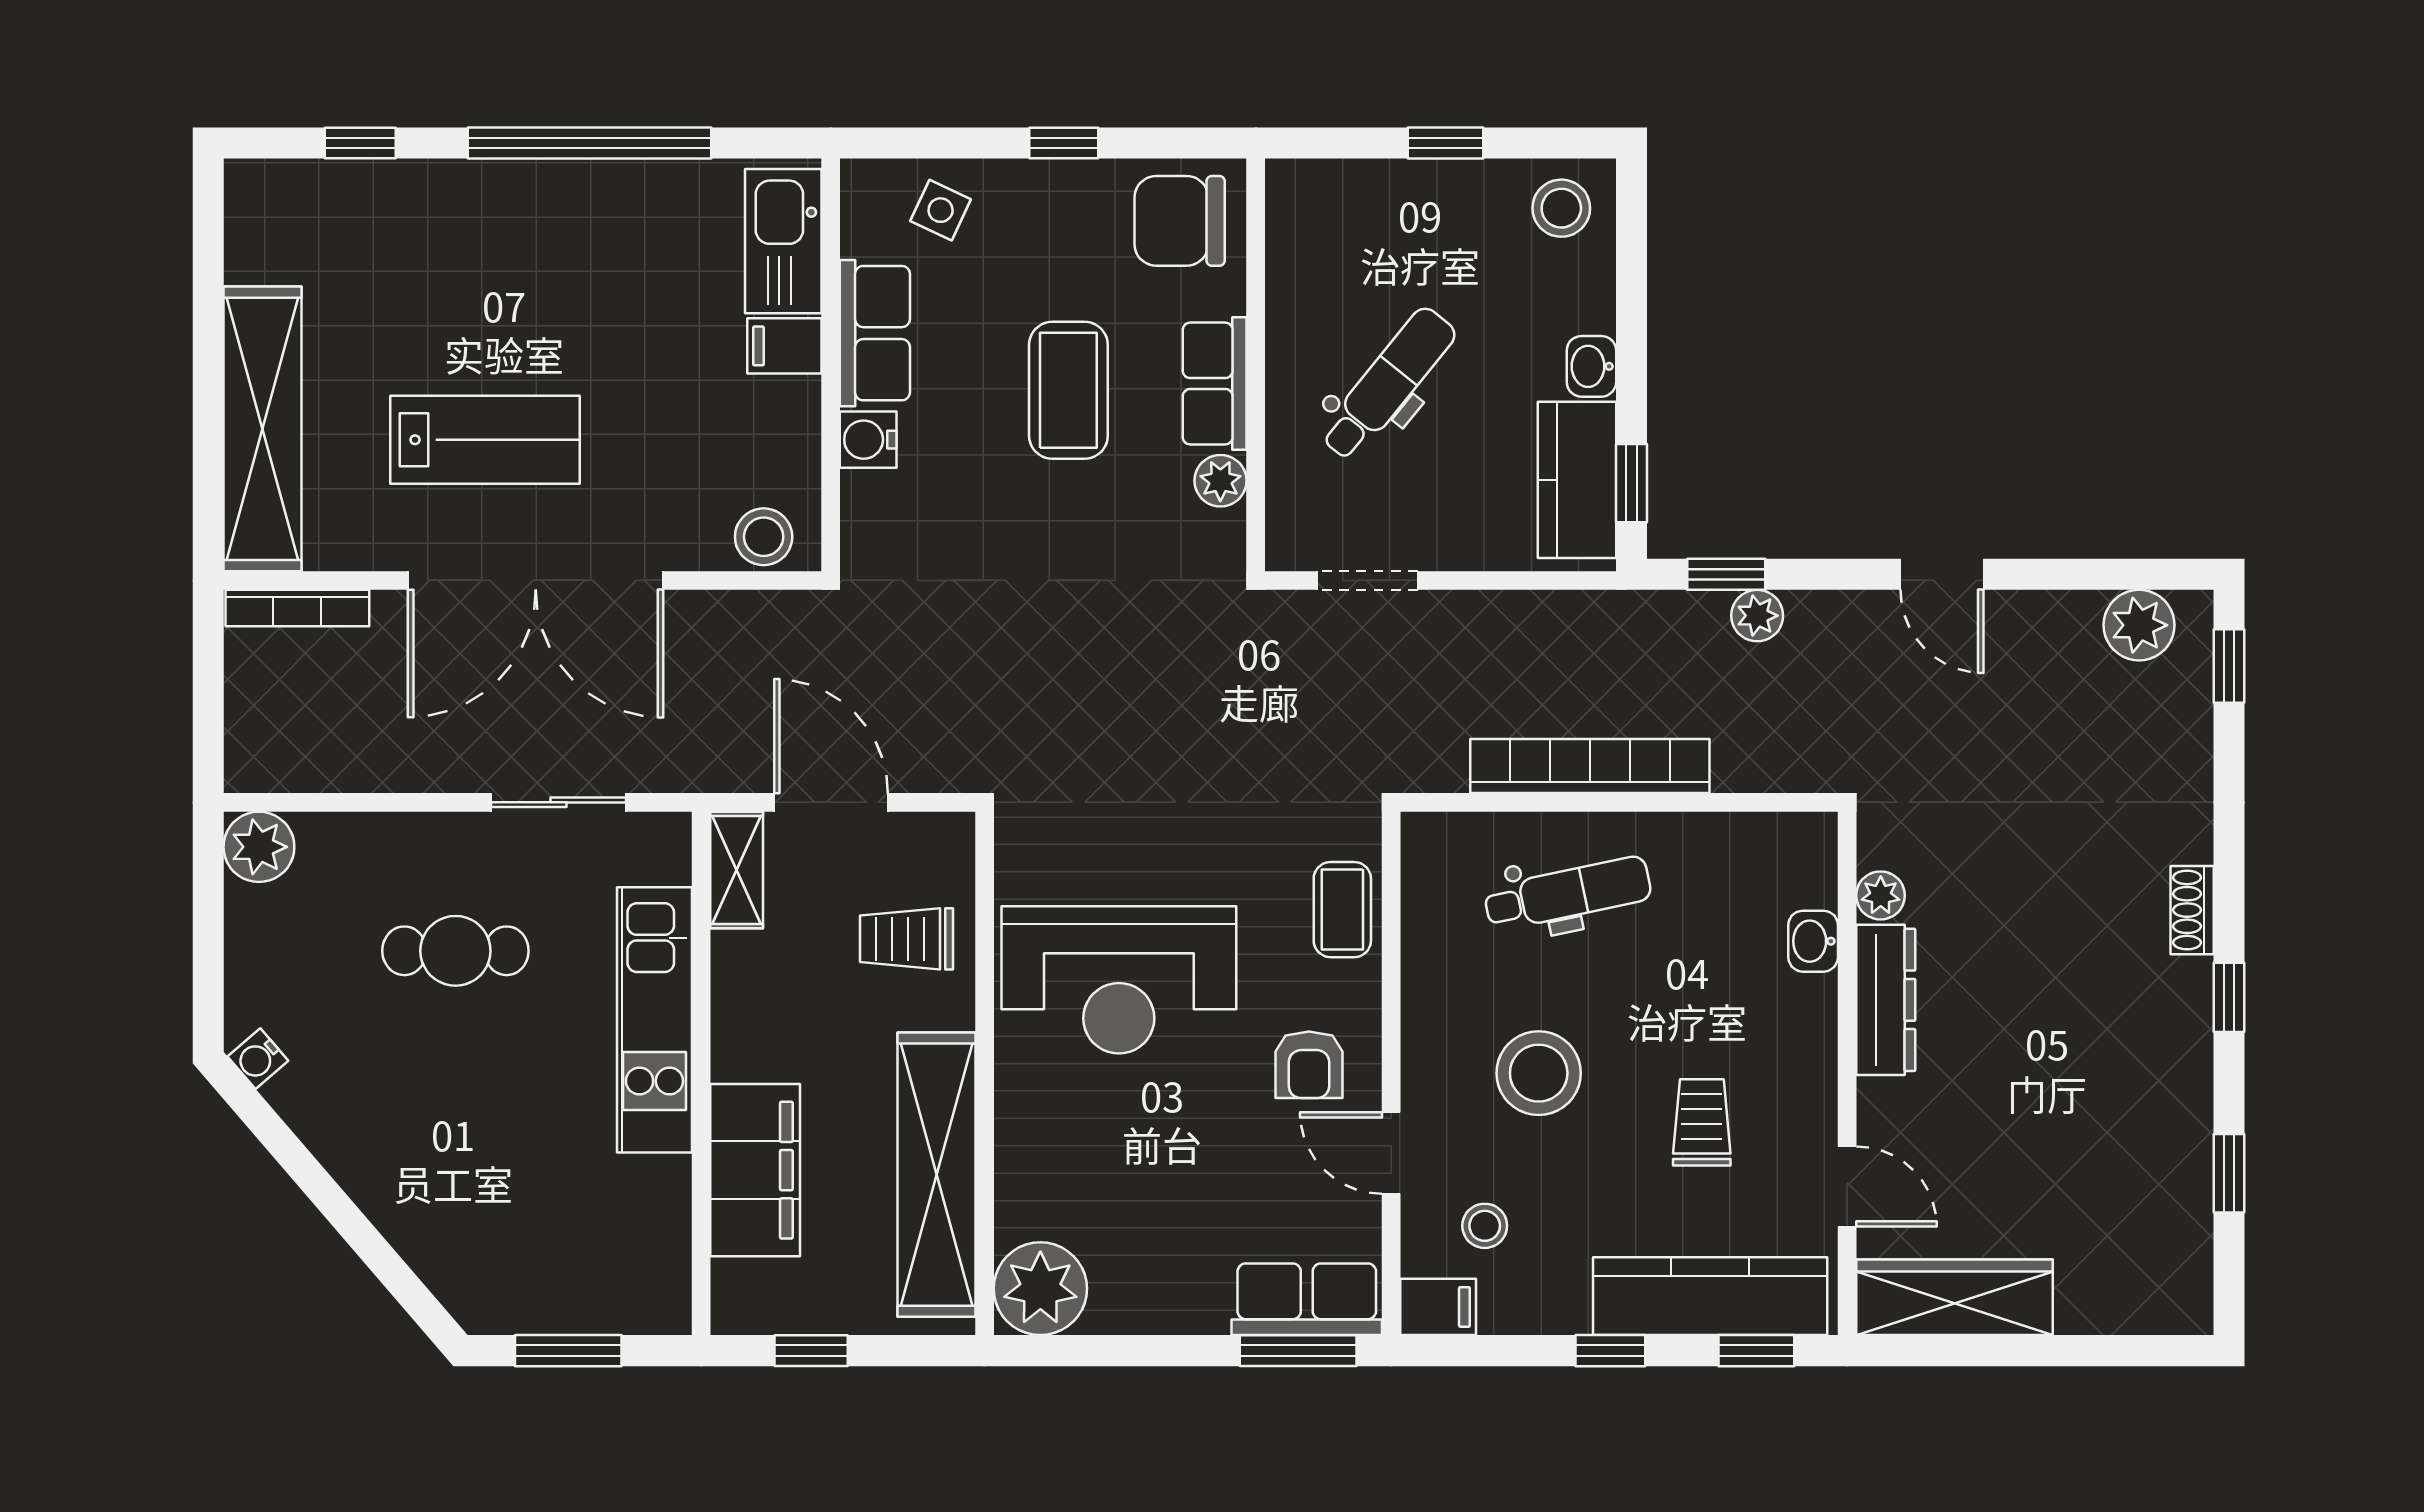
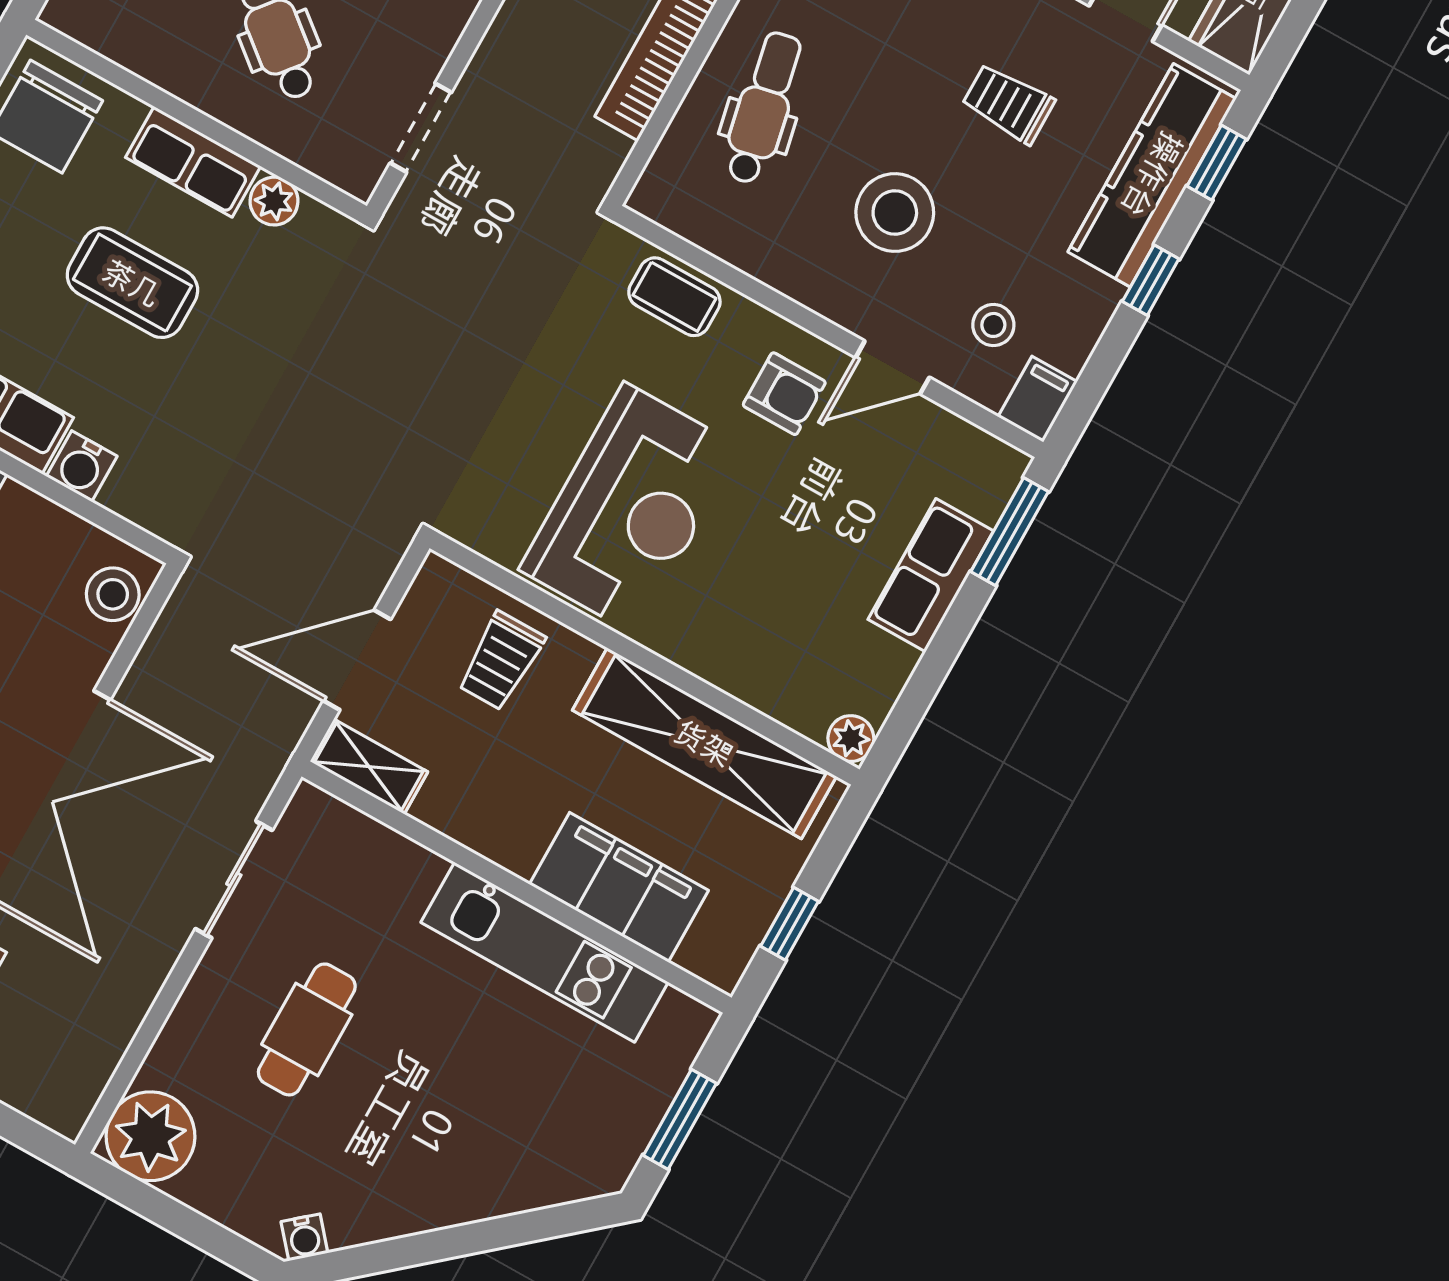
plant: (259, 847) -> (150, 1136), width x1.36, depth x1.36
kitchen unit: (654, 1020) -> (545, 952), moved
plant: (1040, 1289) -> (851, 739), width x0.53, depth x0.53
row of seats: (1307, 1299) -> (931, 575), moved

